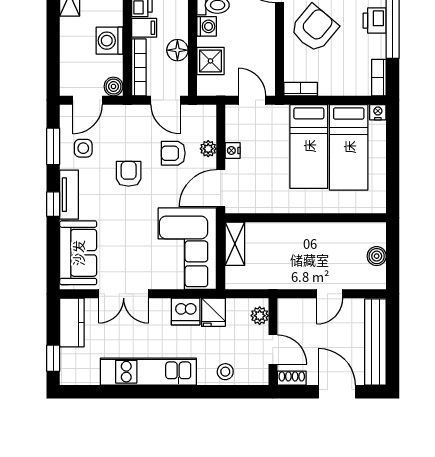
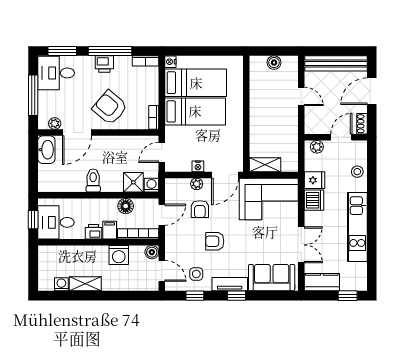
washing machine: (207, 26) -> (152, 185), moved
window: (53, 146) -> (195, 296), width x0.67
door: (221, 188) -> (225, 175), hinge flipped

